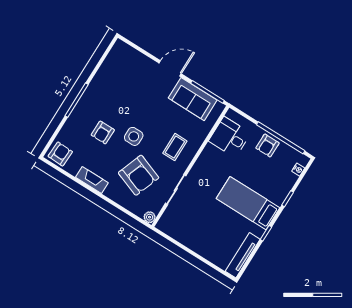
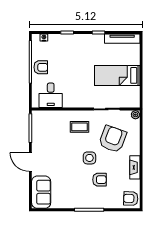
sofa: (193, 99) -> (41, 192), moved
bed: (248, 203) -> (117, 75), moved, turned 90

